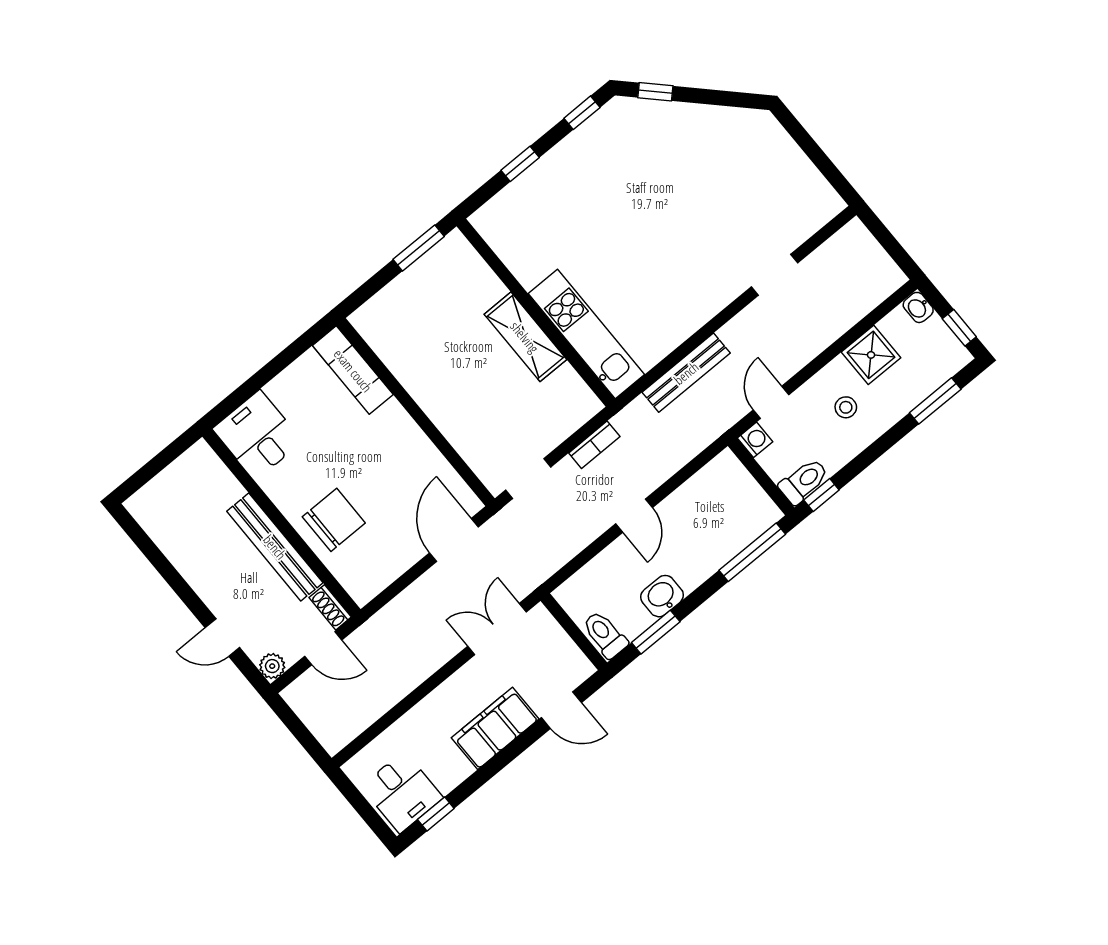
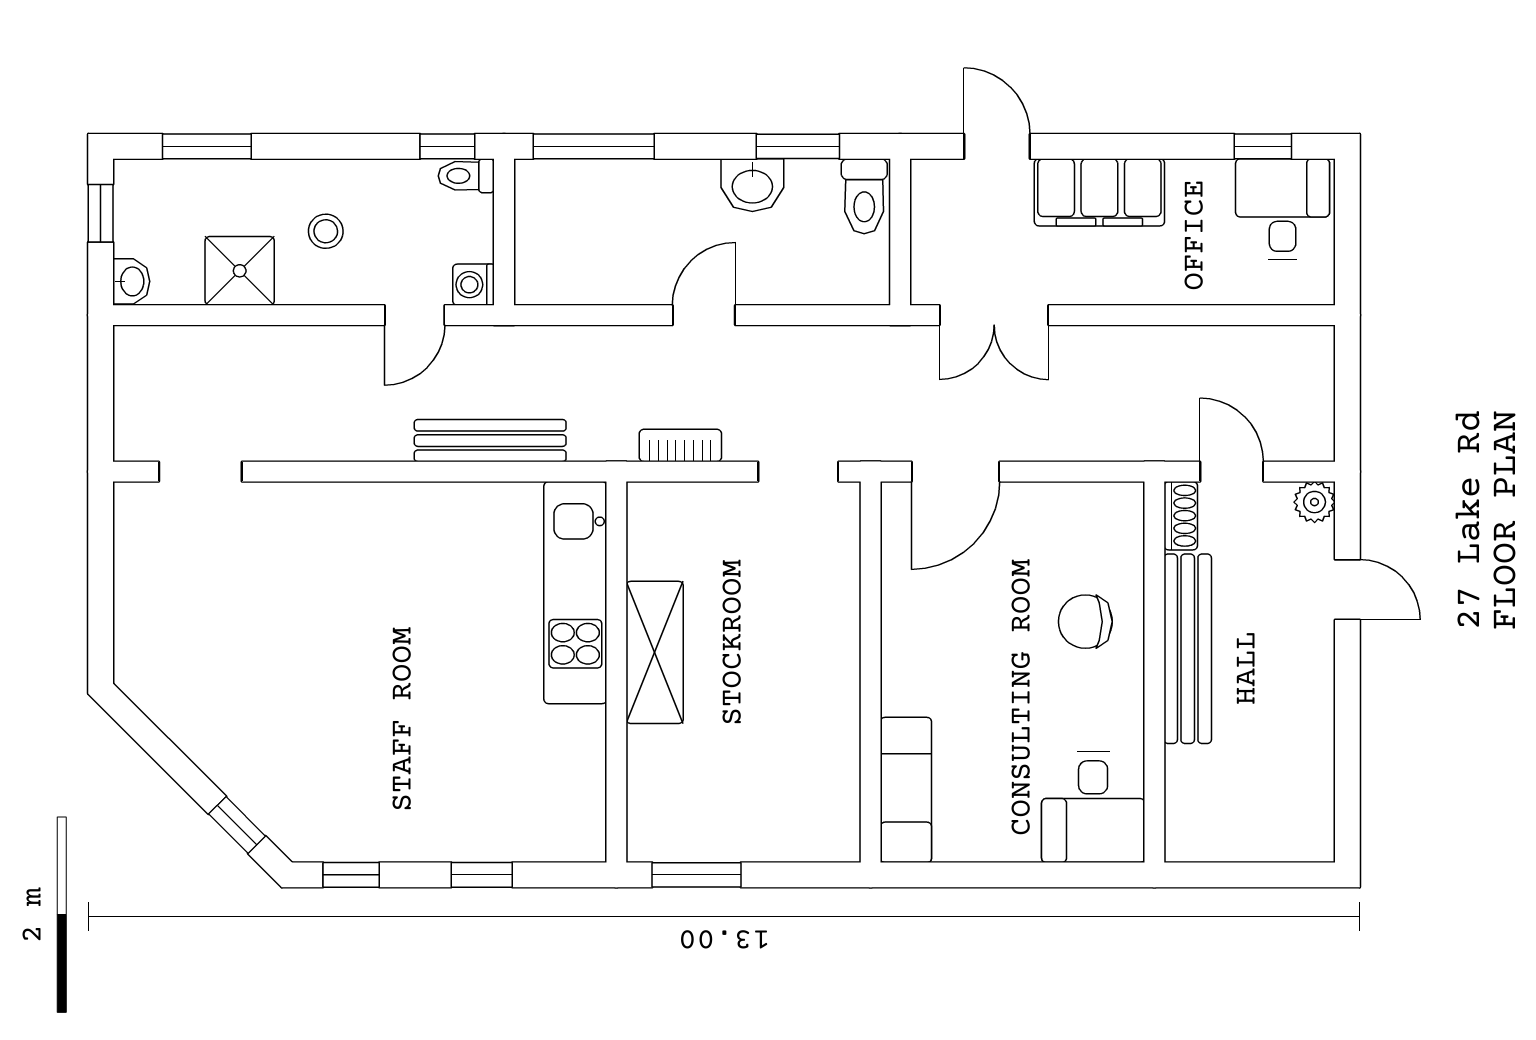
doorway: (775, 275) -> (200, 472), moved
toilet: (804, 481) -> (466, 176), width x0.73, depth x0.72
chair: (334, 520) -> (1085, 622), width x0.73, depth x0.73

